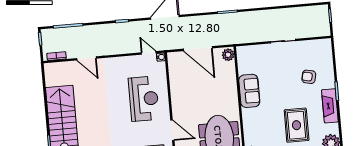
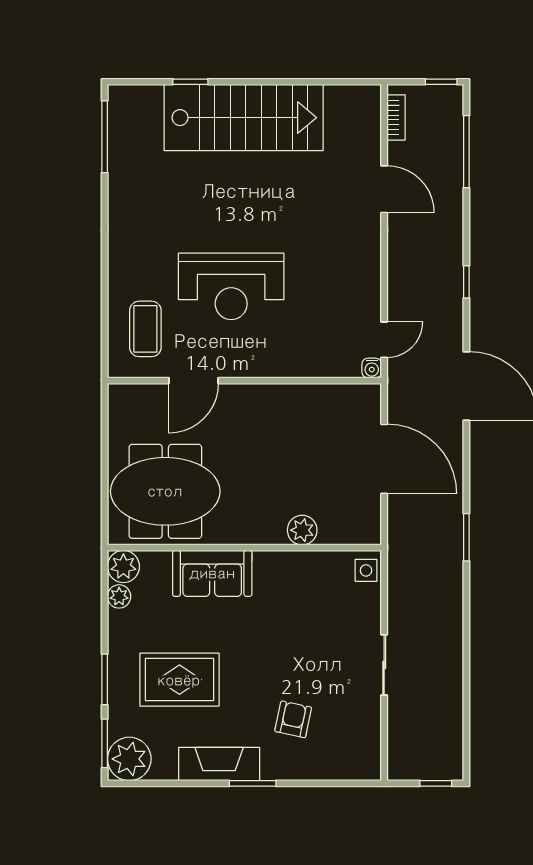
door: (198, 49) -> (384, 459), swing flipped
side table: (245, 52) -> (366, 570), added
plant: (228, 55) -> (302, 530), moved
door: (87, 58) -> (384, 189), swing flipped
sofa: (249, 91) -> (212, 573), moved
reception desk: (144, 99) -> (231, 286), moved

